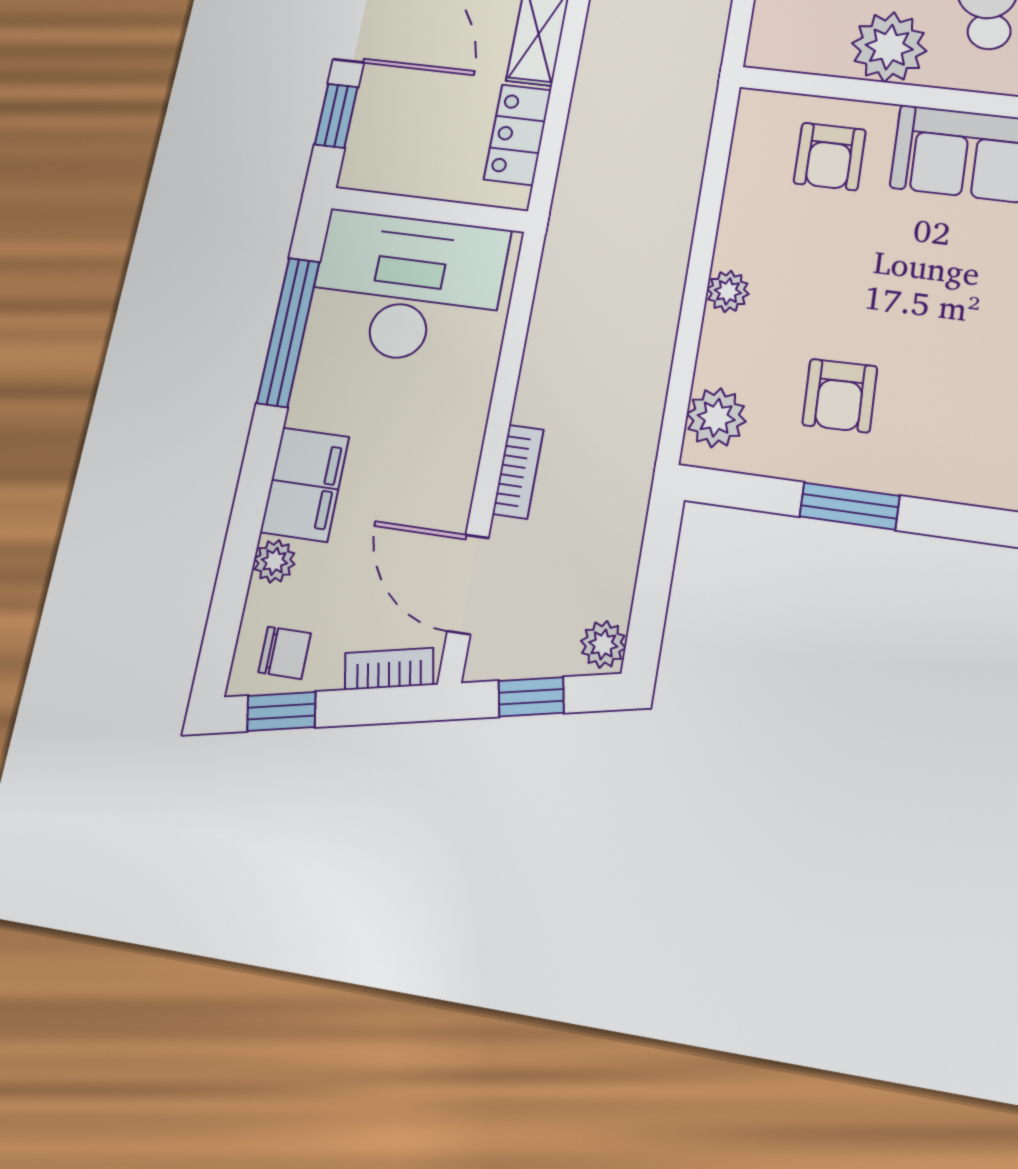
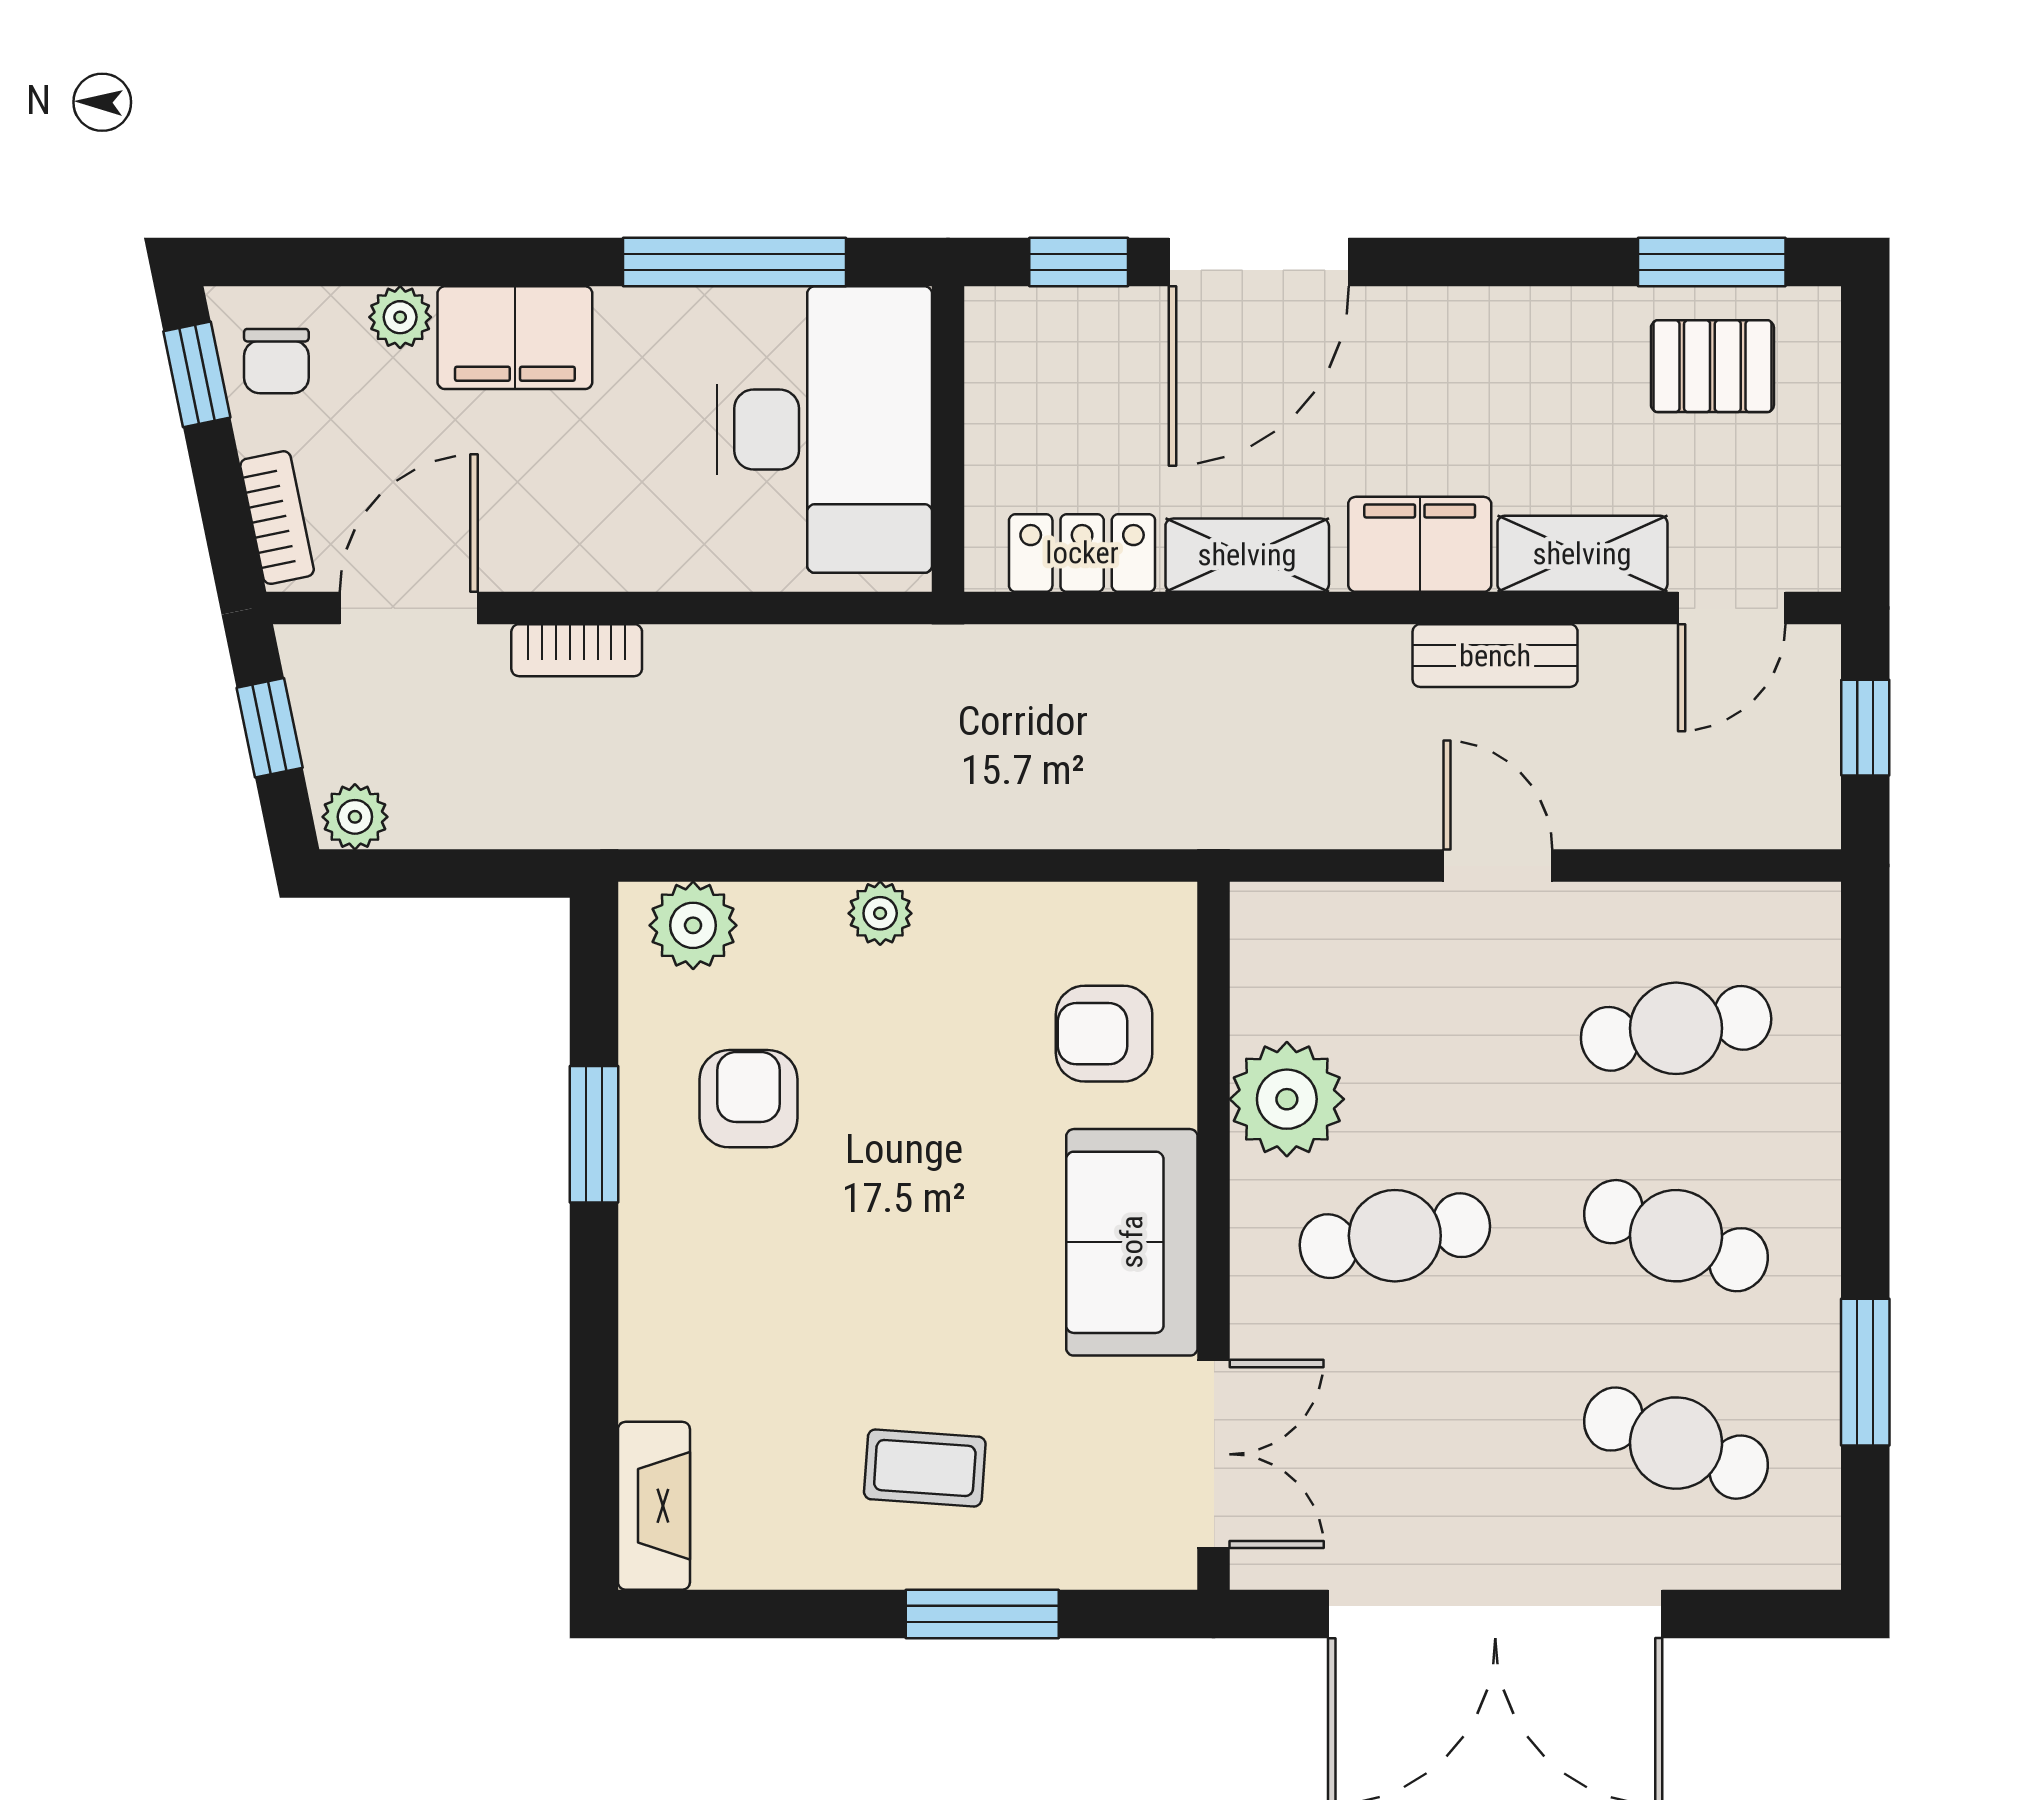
armchair: (840, 396) -> (748, 1099), turned 91

